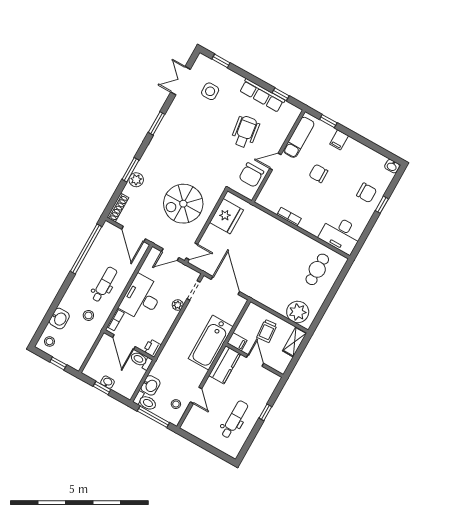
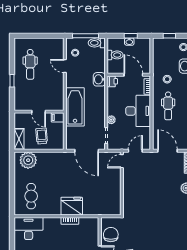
spiral stairs: (183, 204) -> (146, 190), removed
fridge: (227, 216) -> (72, 206), moved, turned 90
toilet: (141, 360) -> (115, 55), moved
kitchen counter: (225, 365) -> (57, 97), removed
washbasin: (151, 385) -> (99, 79), moved

